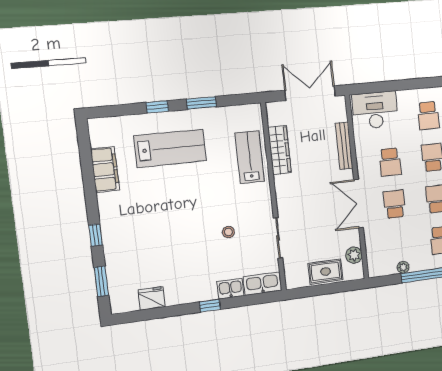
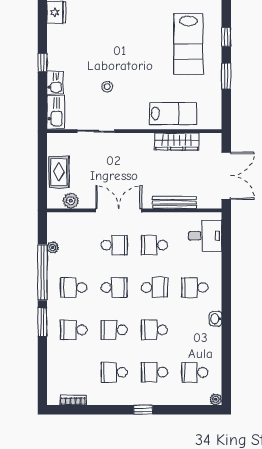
desk: (375, 110) -> (205, 236), width x0.73

